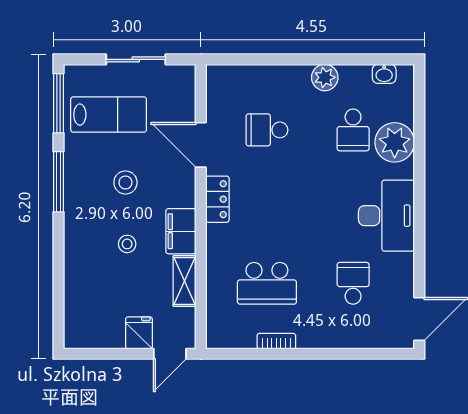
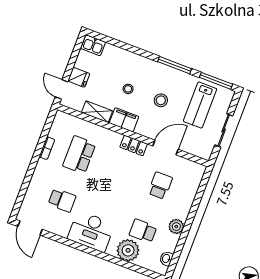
kitchen sink: (77, 329) -> (93, 45), added

